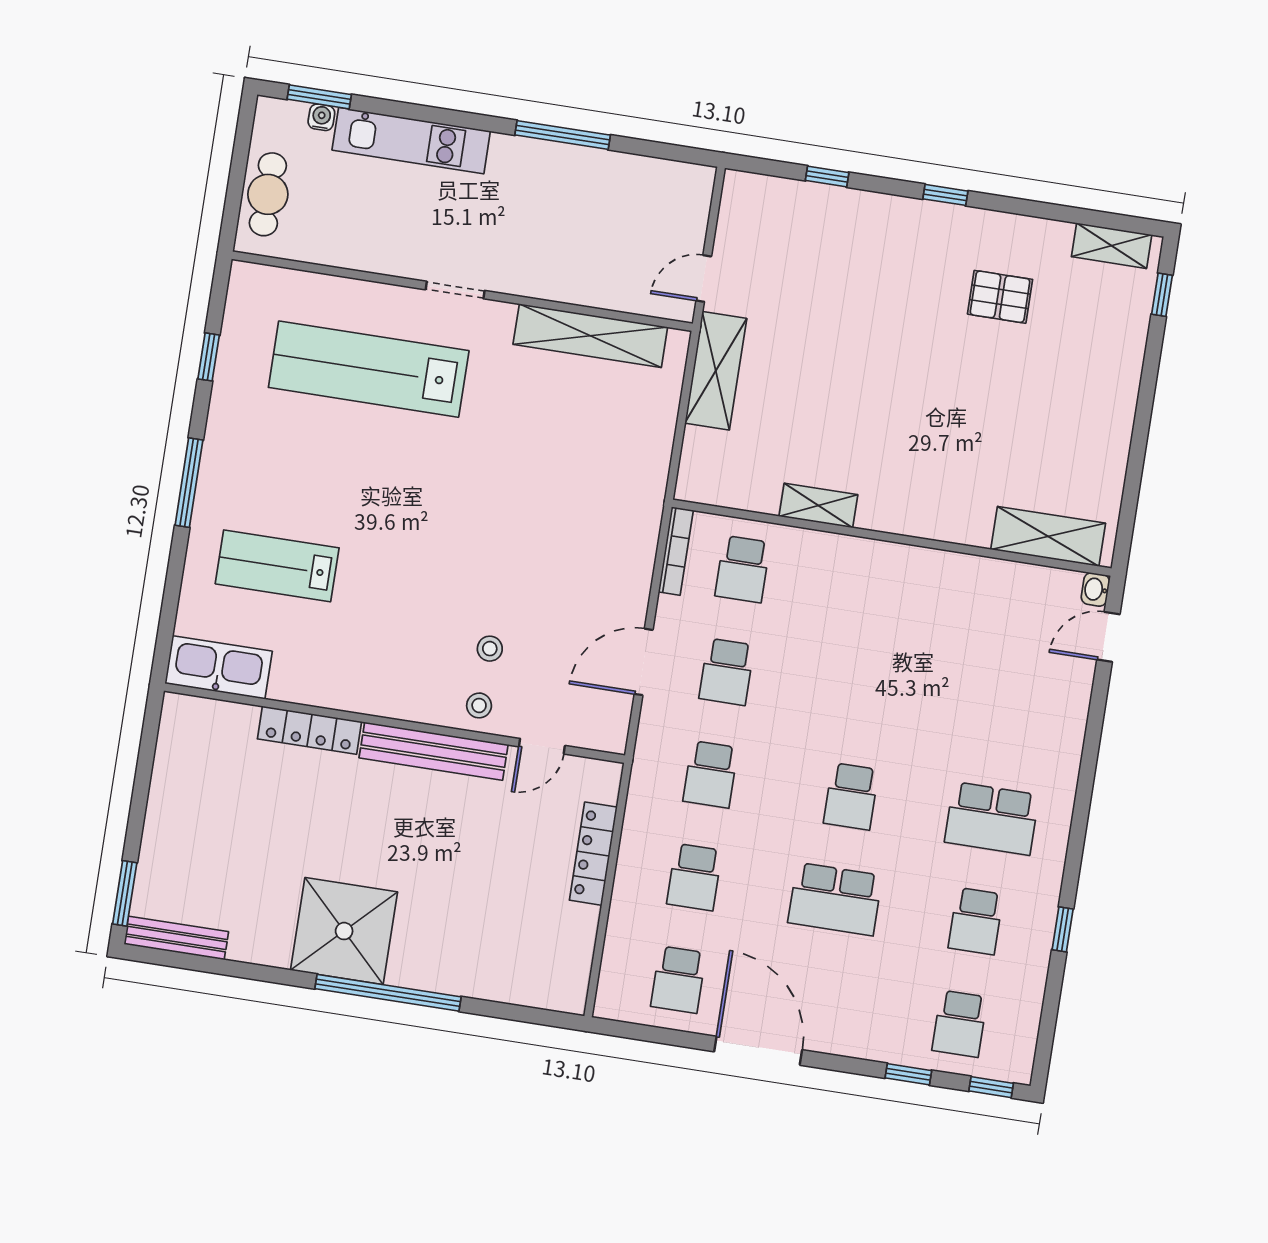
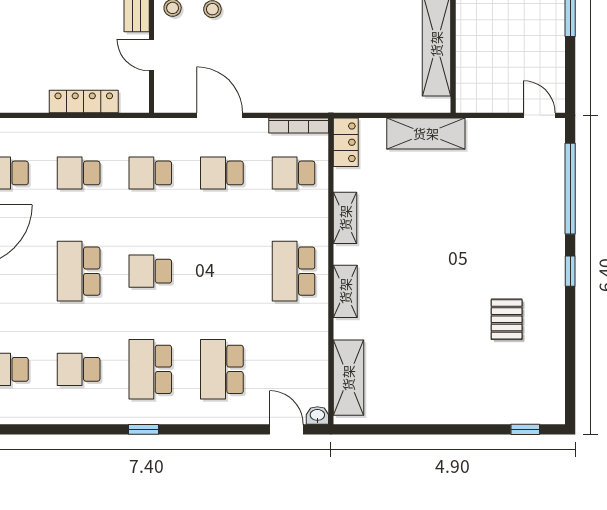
window: (827, 176) -> (570, 189), width x3.17
shelving: (1112, 246) -> (345, 291), moved
door: (704, 279) -> (539, 115), moved
locker: (710, 488) -> (346, 142), added
school desk: (883, 591) -> (294, 271), added
school desk: (1008, 716) -> (222, 369), added
window: (1063, 929) -> (143, 429), moved

